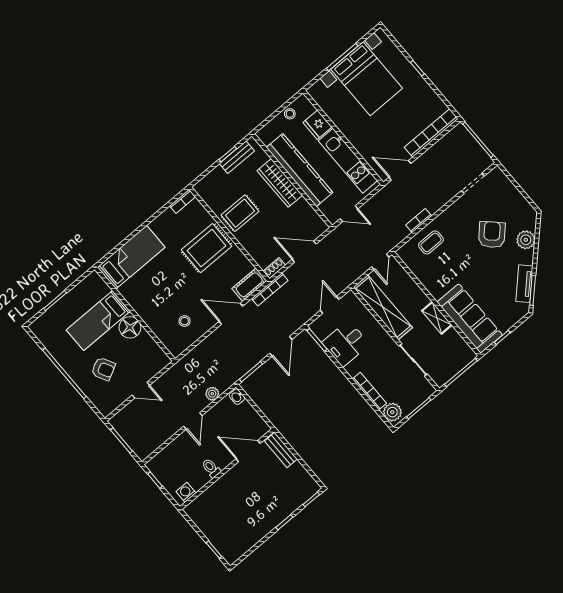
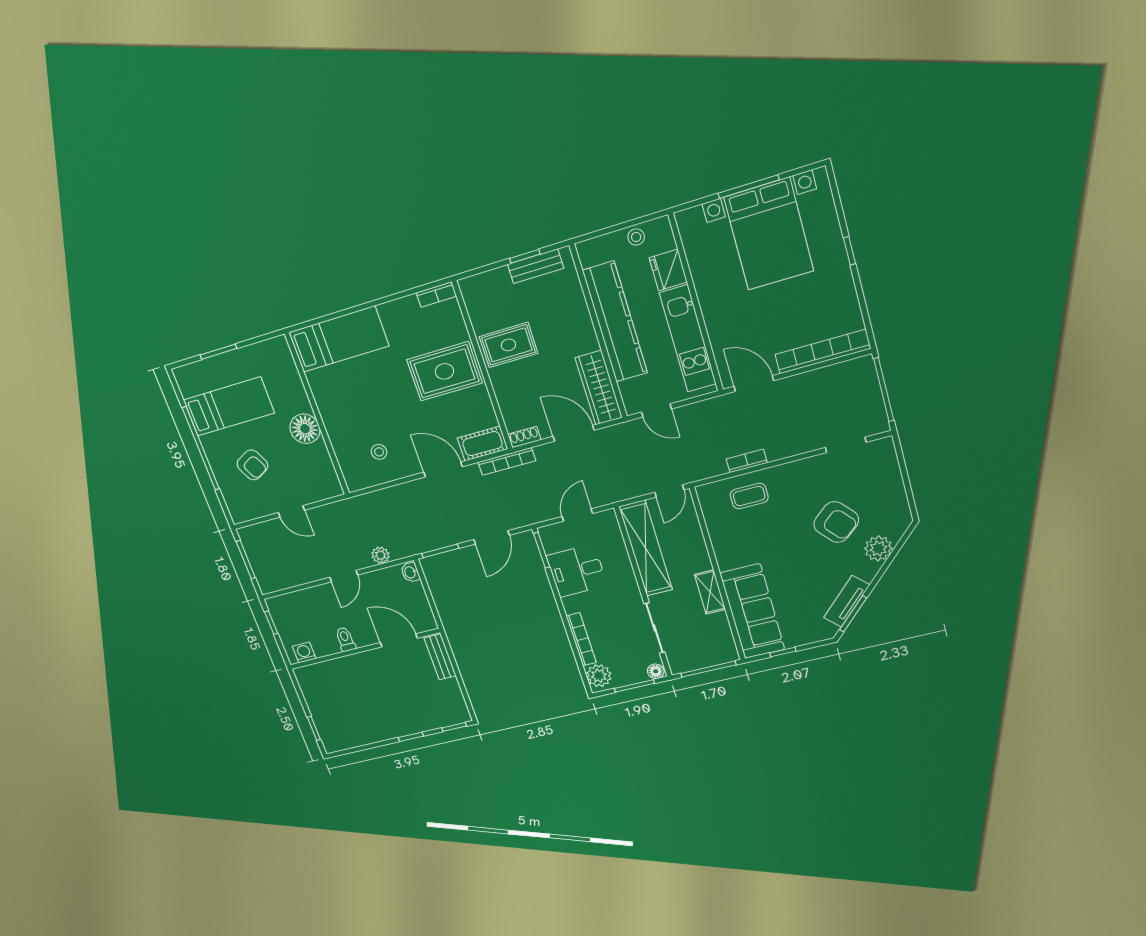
wardrobe: (280, 183) -> (599, 388), moved
armchair: (492, 235) -> (836, 522), turned 95
bed: (98, 321) -> (229, 406), moved, turned 180
floor lamp: (428, 391) -> (656, 671), added

